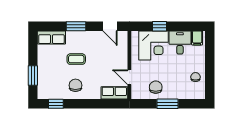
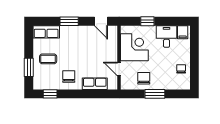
corner desk: (154, 45) -> (134, 47), moved, turned -90
coffee table: (76, 59) -> (48, 59), moved
row of seats: (114, 93) -> (95, 84), moved

